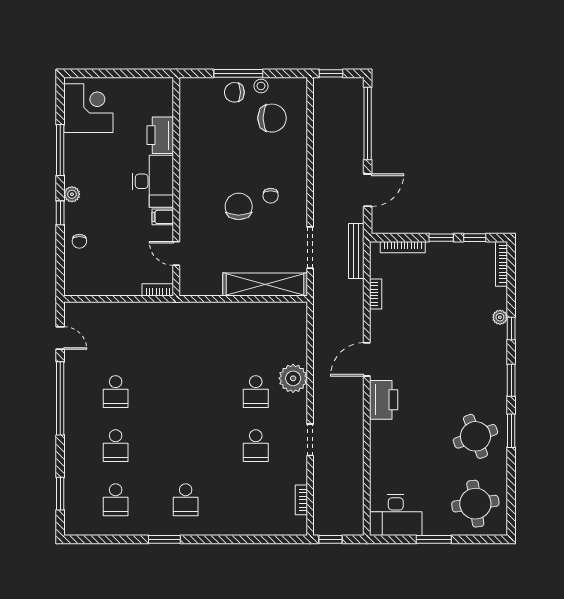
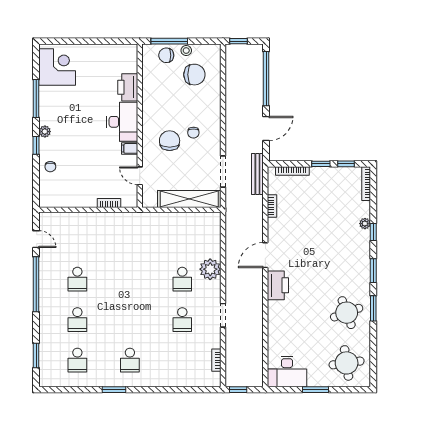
printer: (160, 135) -> (128, 87), moved
desk: (153, 181) -> (122, 122), moved
wall: (176, 187) -> (140, 126), moved
filing cabinet: (163, 217) -> (130, 148), moved
door: (176, 253) -> (140, 176), moved

